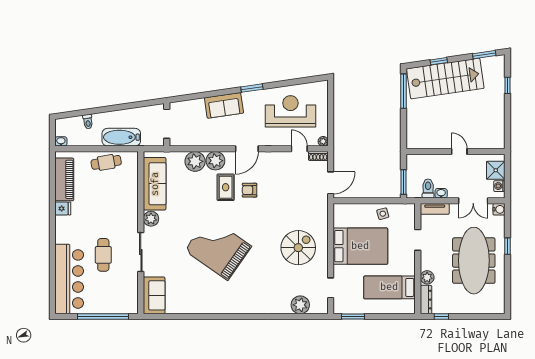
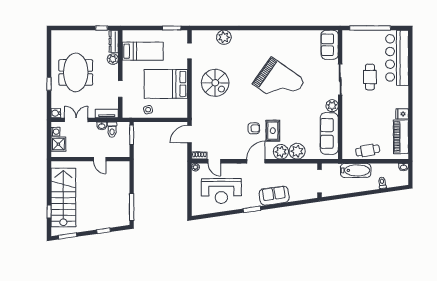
stairs: (445, 78) -> (63, 198), moved, turned 98
door: (459, 151) -> (100, 159), moved
spiral stairs: (298, 248) -> (215, 83), turned -90
meeting table: (474, 261) -> (76, 72), width x0.73
plant: (300, 305) -> (224, 37), moved

